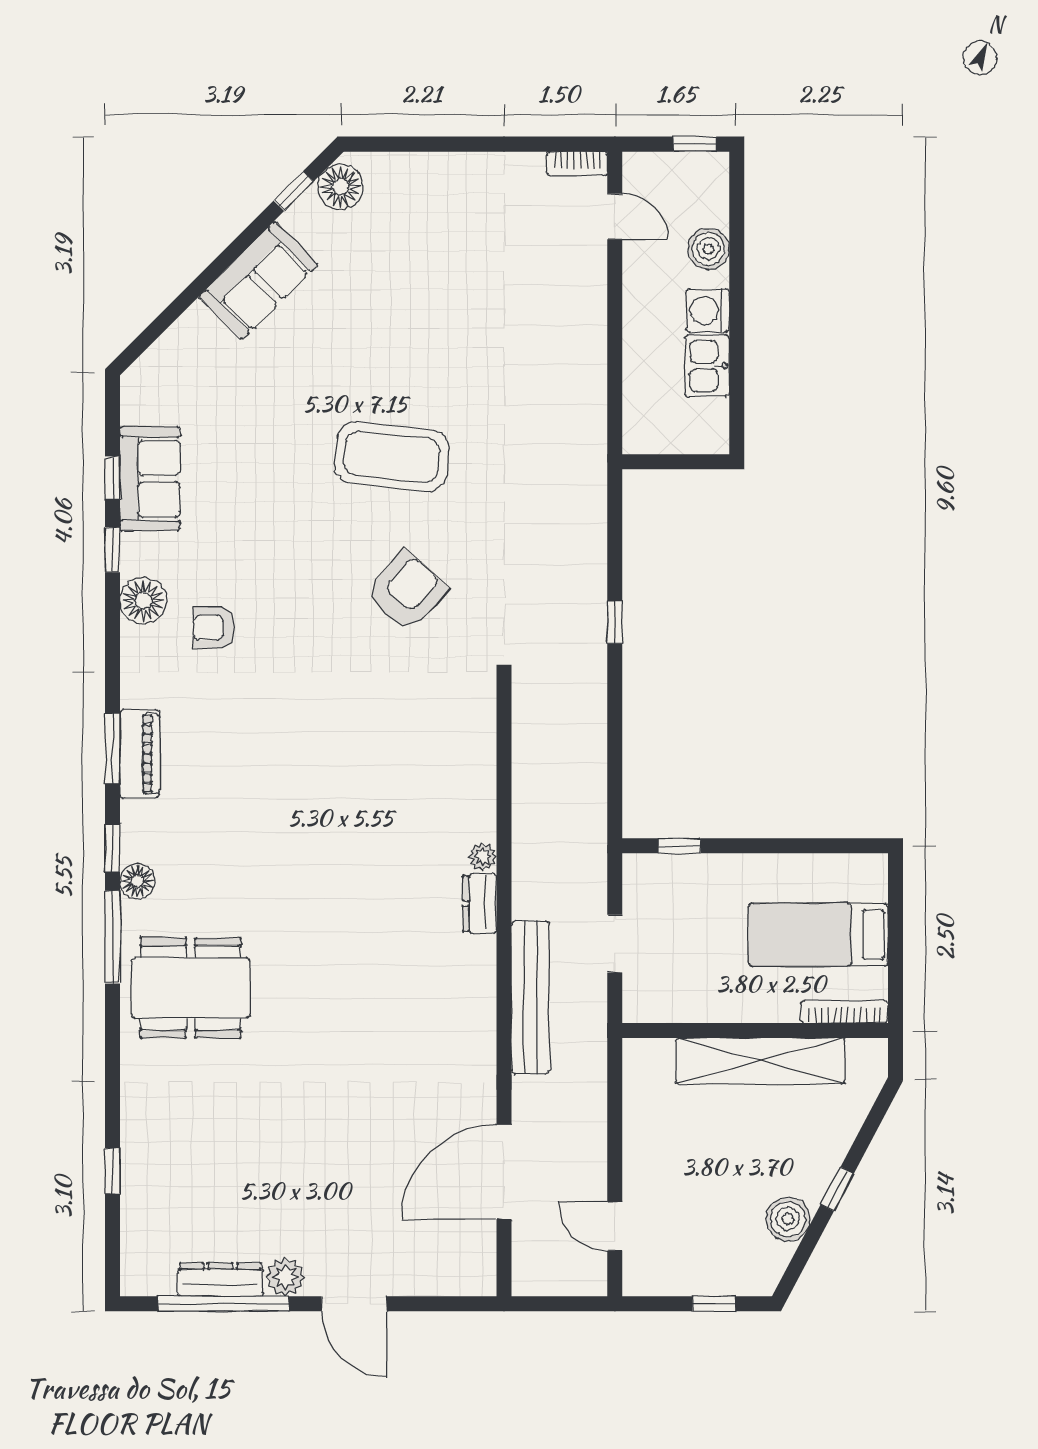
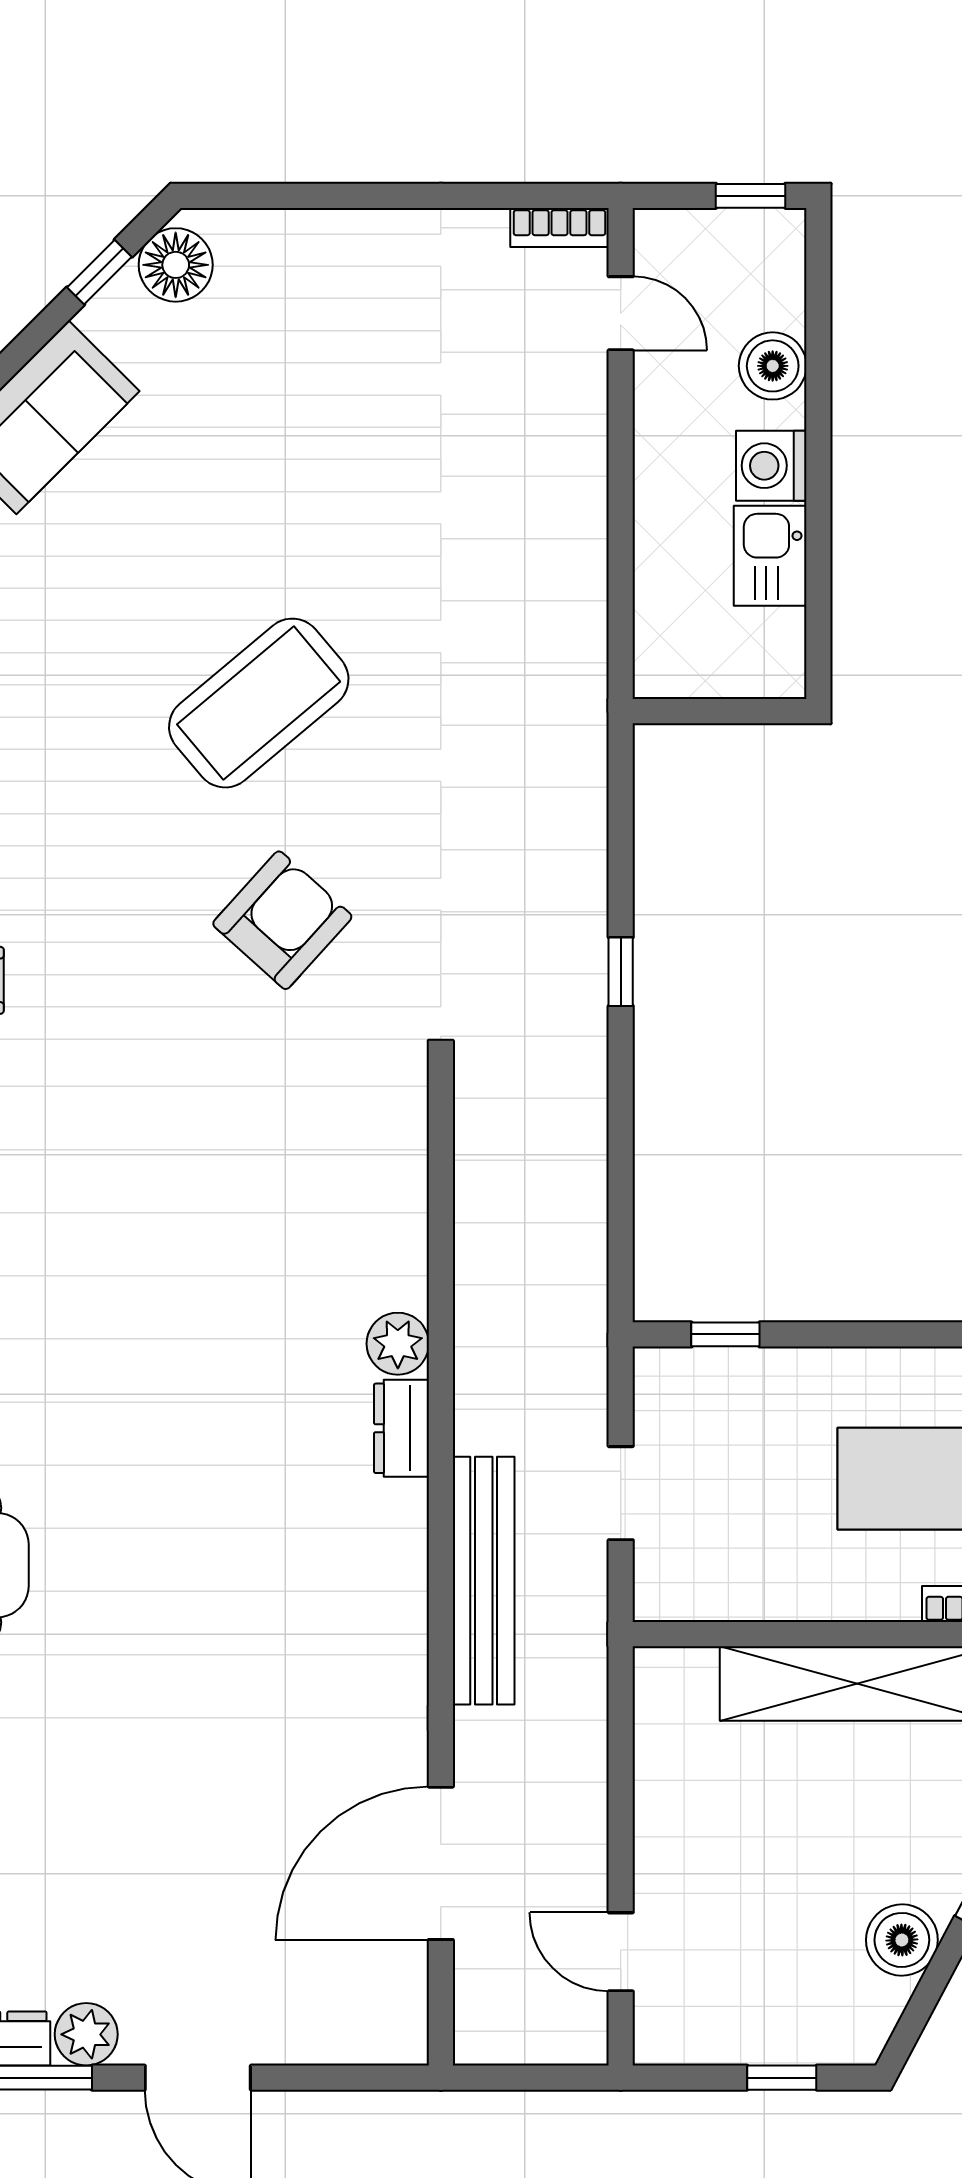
coffee table: (392, 457) -> (259, 703), turned -46
plant: (483, 857) -> (398, 1344), width x1.38, depth x1.38

